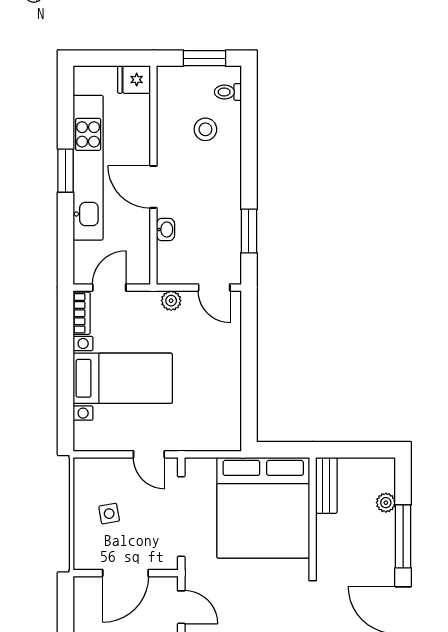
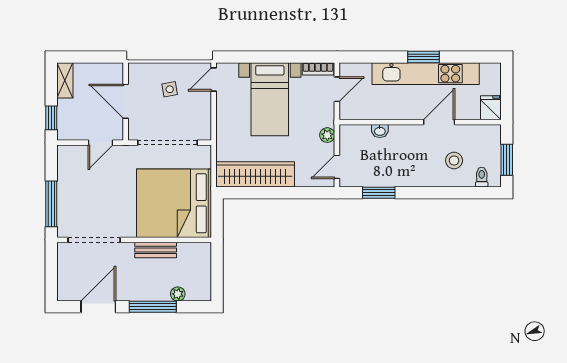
door: (153, 187) -> (439, 122), moved
door: (109, 288) -> (337, 89), hinge flipped
wardrobe: (224, 398) -> (255, 174), added
door: (149, 454) -> (214, 79), moved
bench: (326, 485) -> (156, 250), moved

